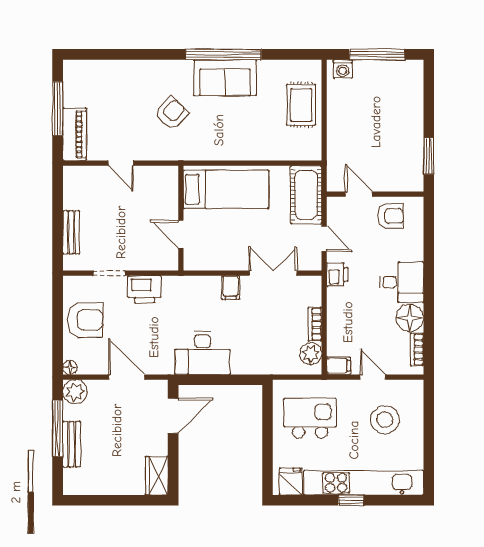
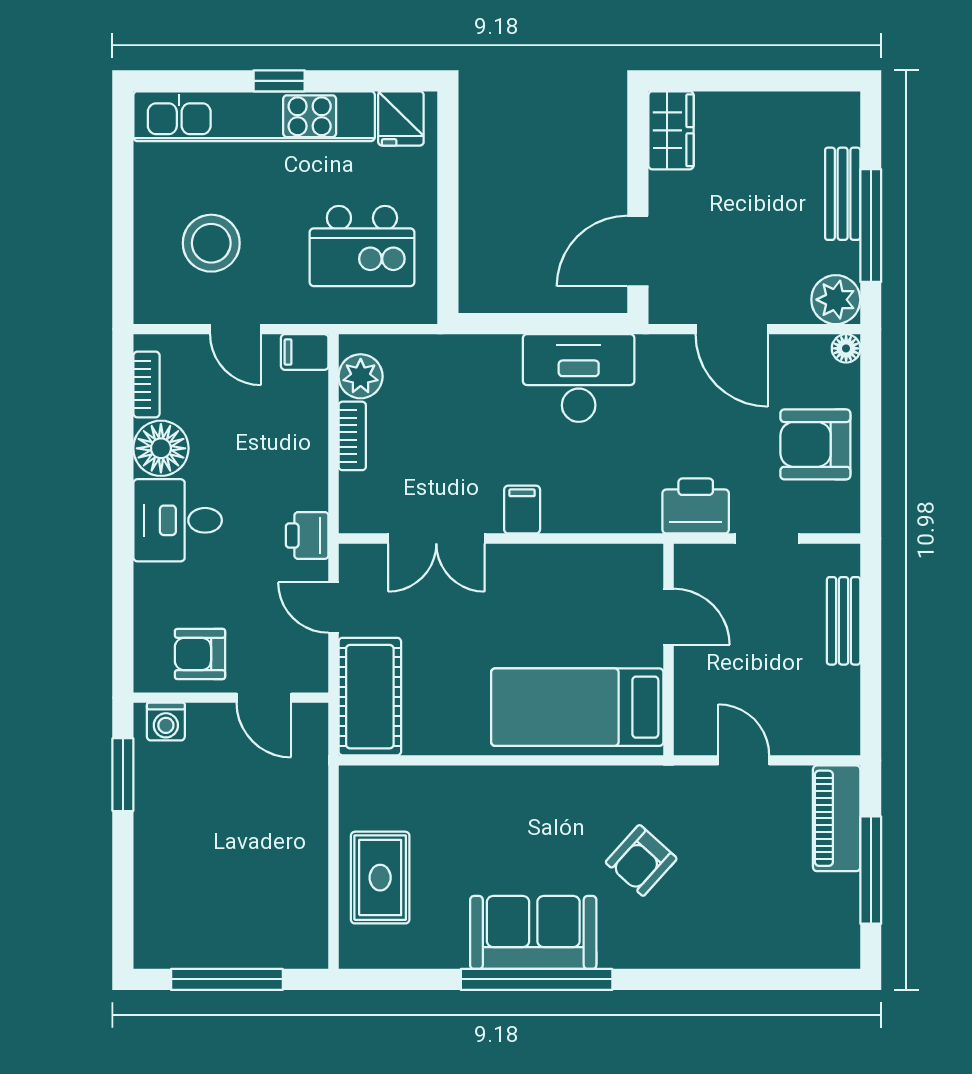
washing machine: (343, 69) -> (166, 722), moved, turned 180
bed: (226, 189) -> (577, 707), moved
wall: (181, 218) -> (668, 649), moved
door: (181, 234) -> (668, 617), moved

